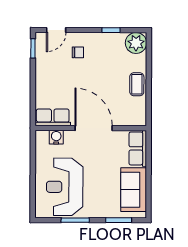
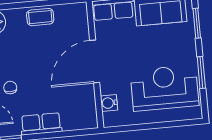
row of seats: (53, 117) -> (41, 124), moved, turned 90
reception desk: (65, 187) -> (165, 88), turned 180

